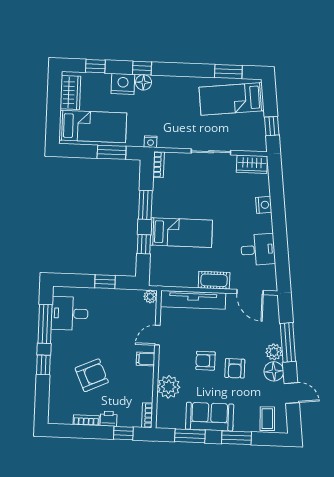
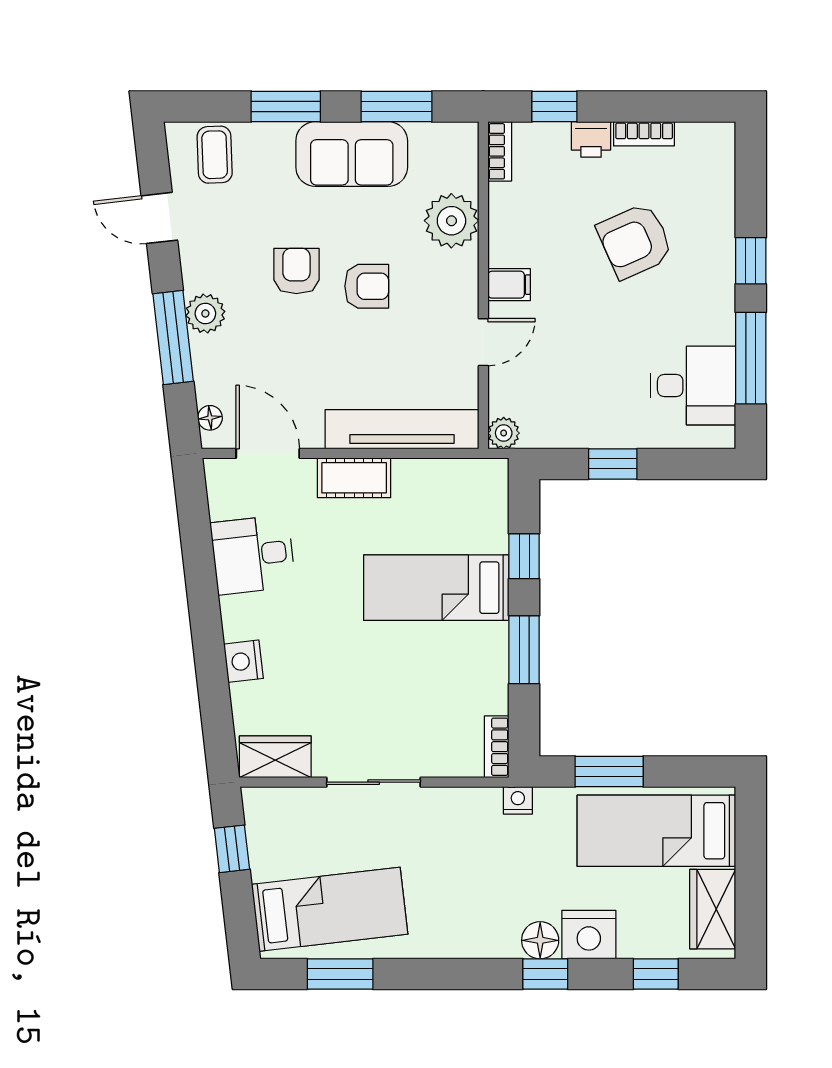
floor lamp: (274, 371) -> (210, 418), moved, width x0.53, depth x0.53

